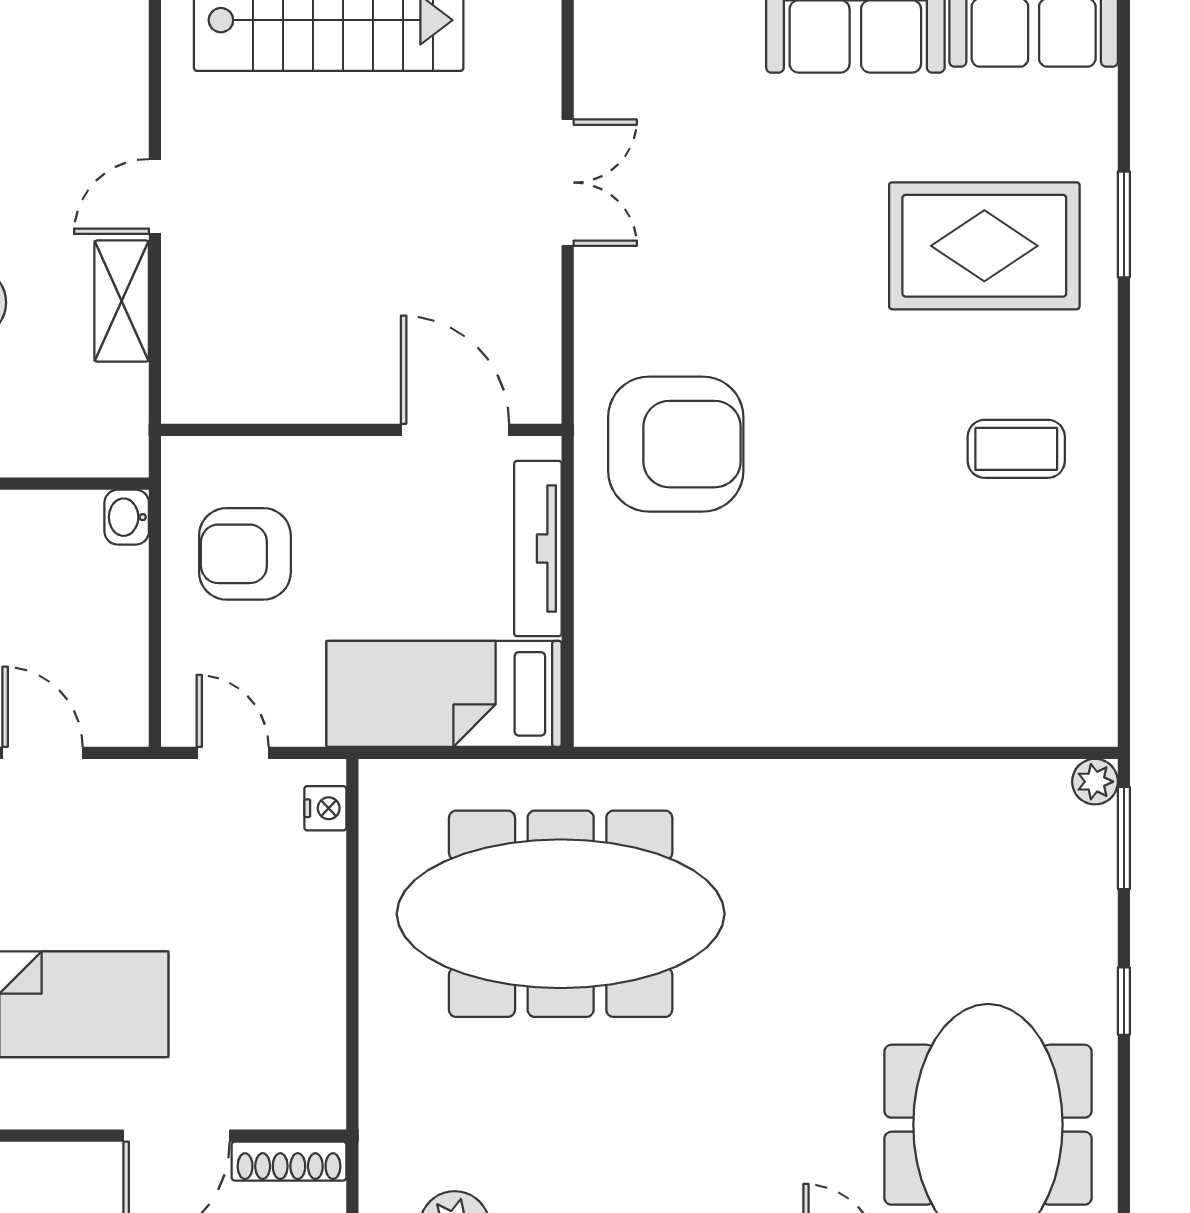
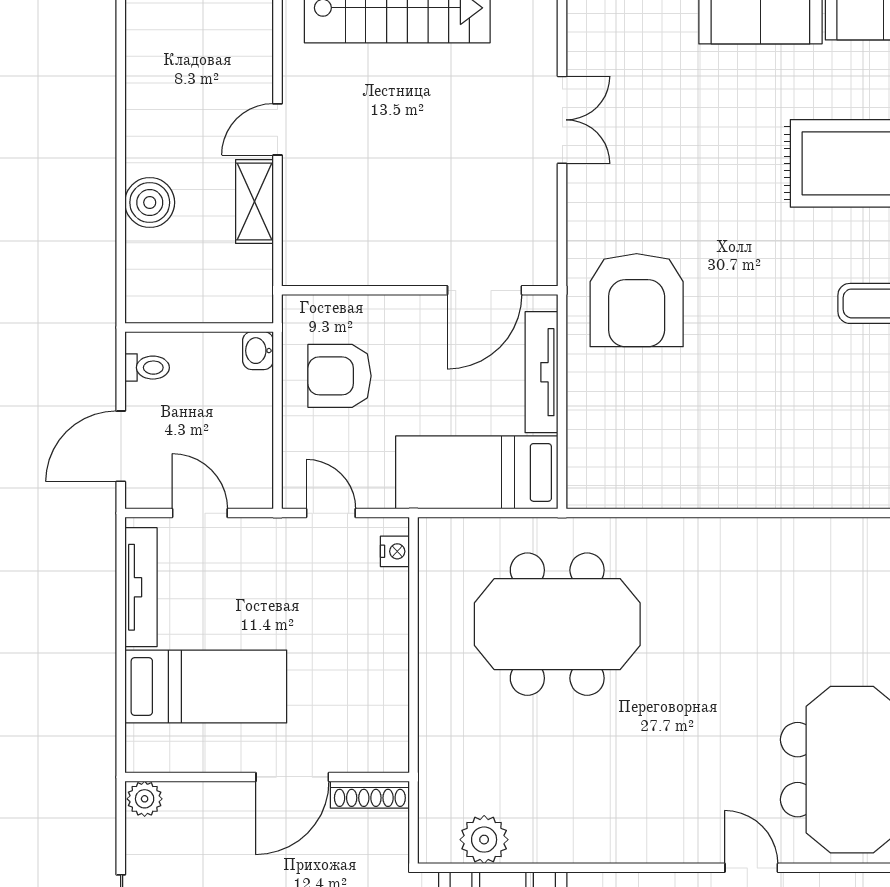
door: (455, 430) -> (484, 290), swing flipped
armchair: (676, 444) -> (637, 300), turned 90
meeting table: (561, 914) -> (557, 624), width x0.73

